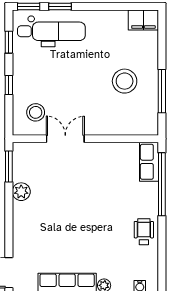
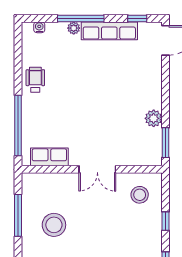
double door: (65, 139) -> (97, 169), moved
row of seats: (149, 162) -> (49, 157), moved, turned -90
wheelchair: (144, 232) -> (35, 80), turned 180

